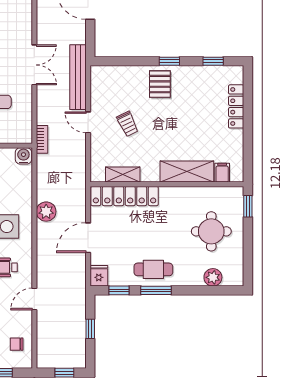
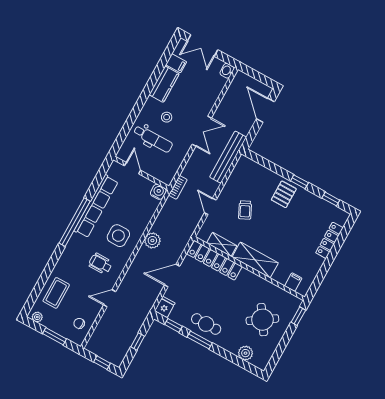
door: (88, 122) -> (210, 206), moved
shelving: (187, 172) -> (255, 260), moved
round table: (211, 231) -> (262, 320), turned -34

